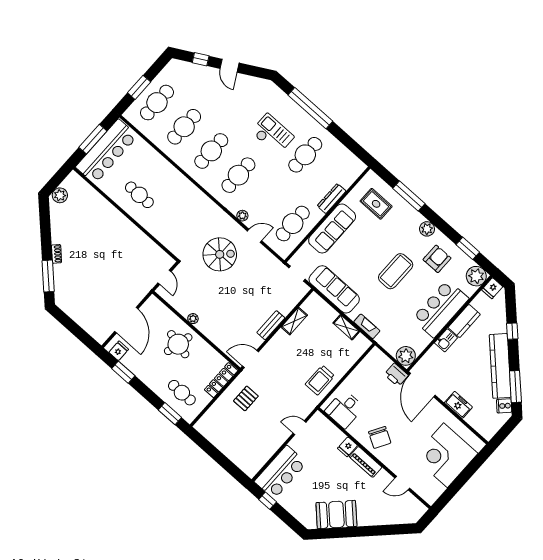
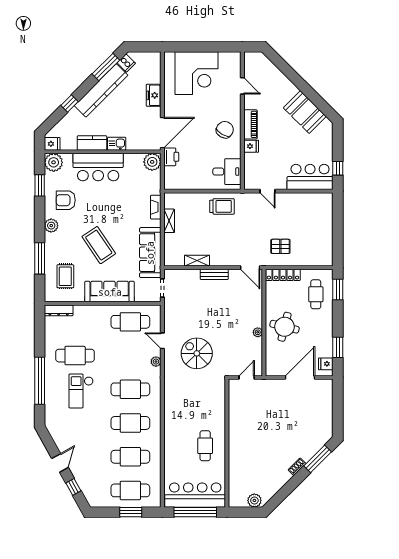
window: (93, 139) -> (195, 512), width x1.46
dresser: (332, 198) -> (59, 310), moved
coffee table: (396, 271) -> (99, 245), moved, turned 56

